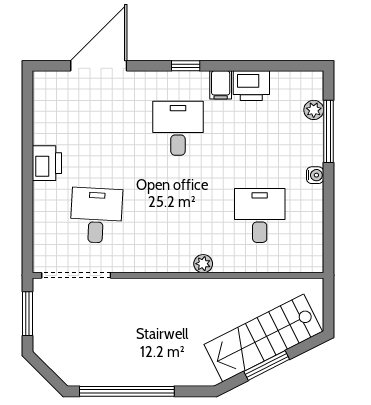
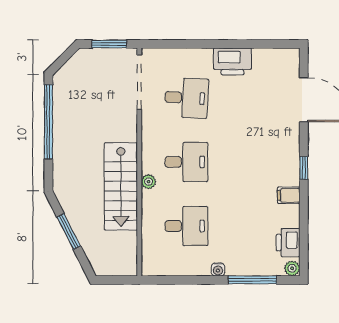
printer: (251, 86) -> (288, 243), moved
plant: (314, 110) -> (292, 268), moved
desk: (178, 128) -> (186, 162), moved
printer: (47, 163) -> (232, 61), width x1.37, depth x1.19
stairs: (263, 338) -> (121, 186), moved, turned -153

